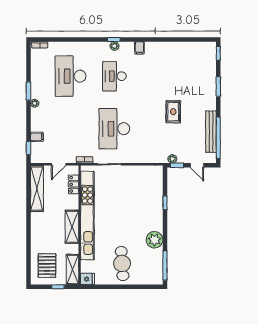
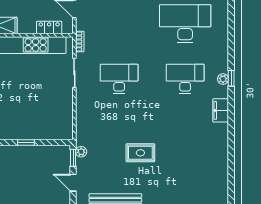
filing cabinet: (139, 48) -> (221, 110), width x2.00
desk: (114, 129) -> (119, 79), width x0.73, depth x0.77
door: (197, 165) -> (73, 183), hinge flipped

